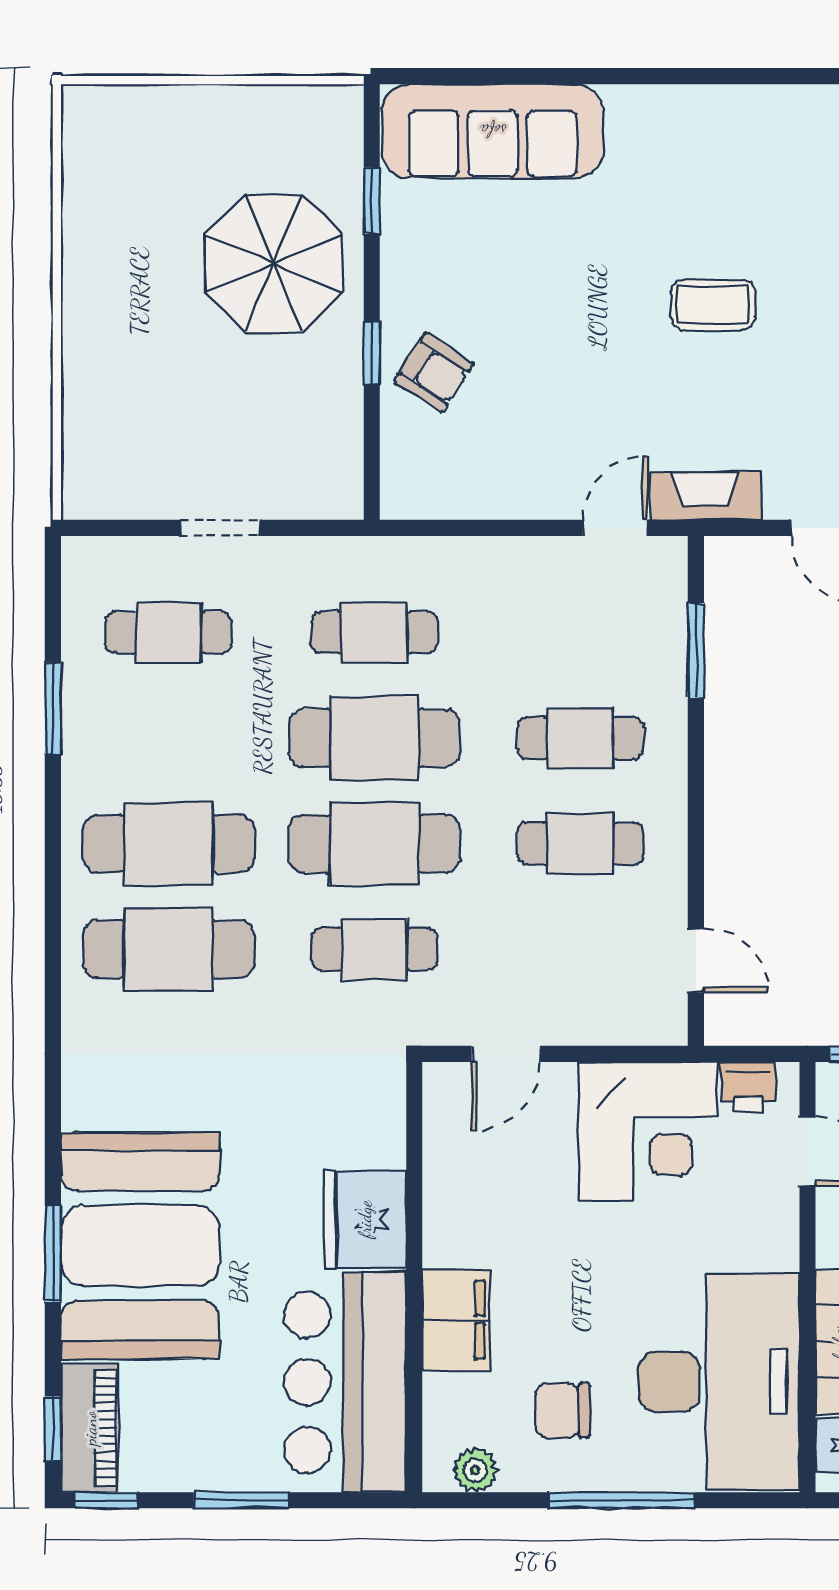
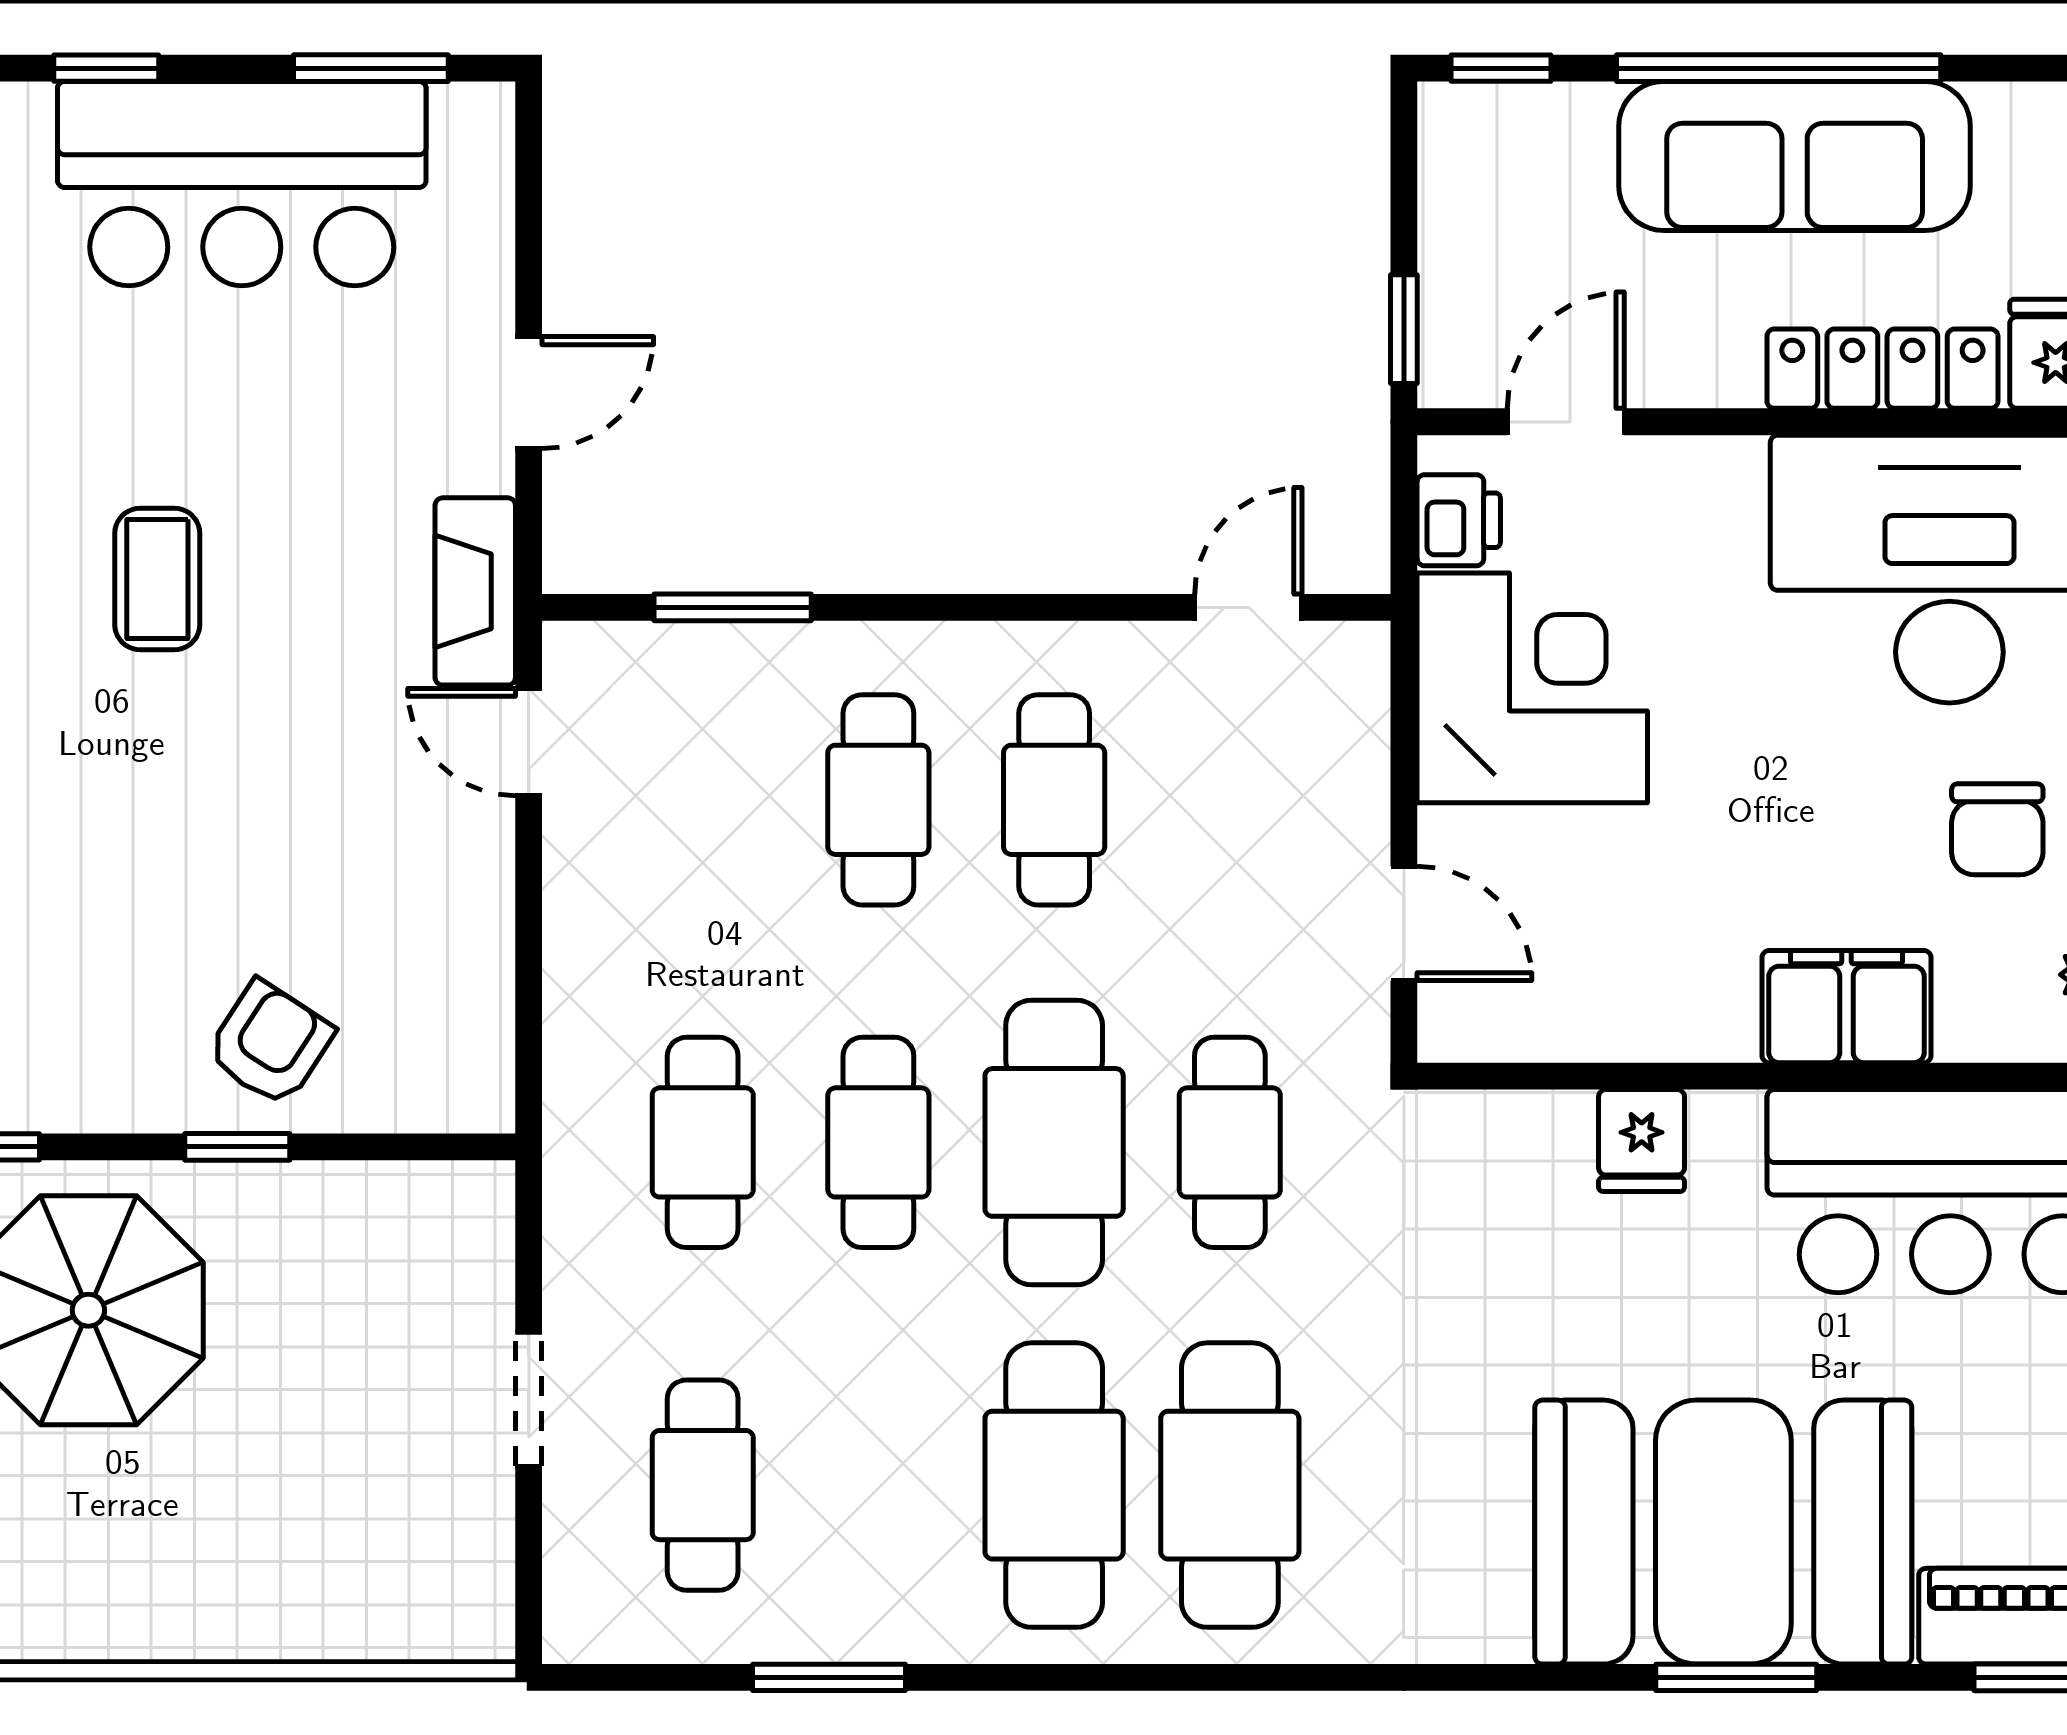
cafe table: (374, 738) -> (878, 1142), width x0.73, depth x0.74
fridge: (365, 1219) -> (1642, 1140), width x0.53, depth x0.75

